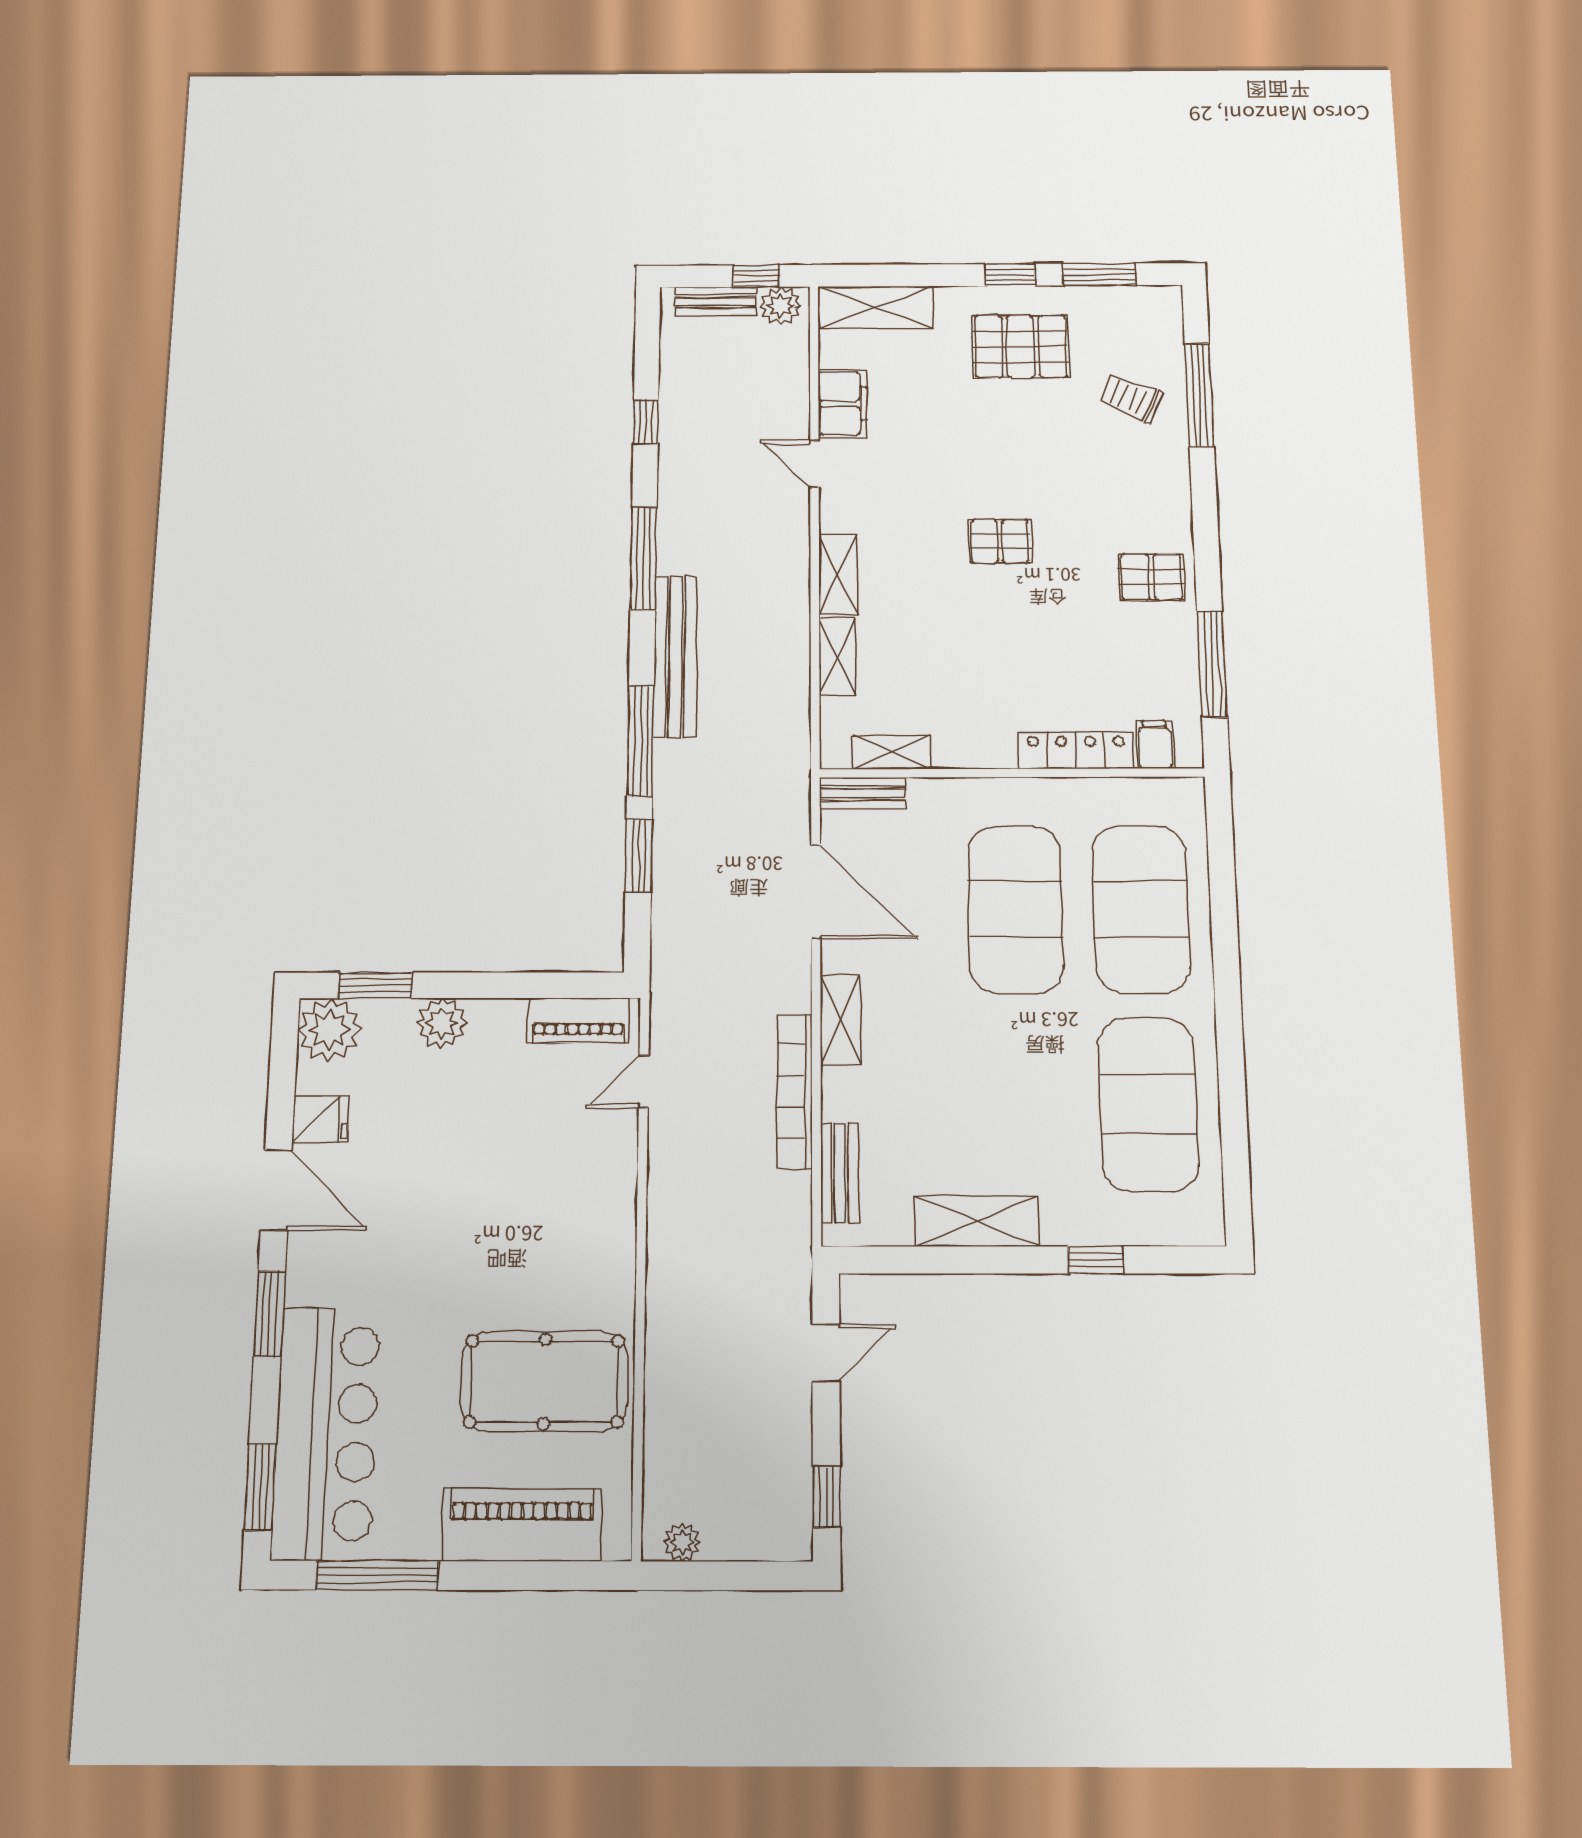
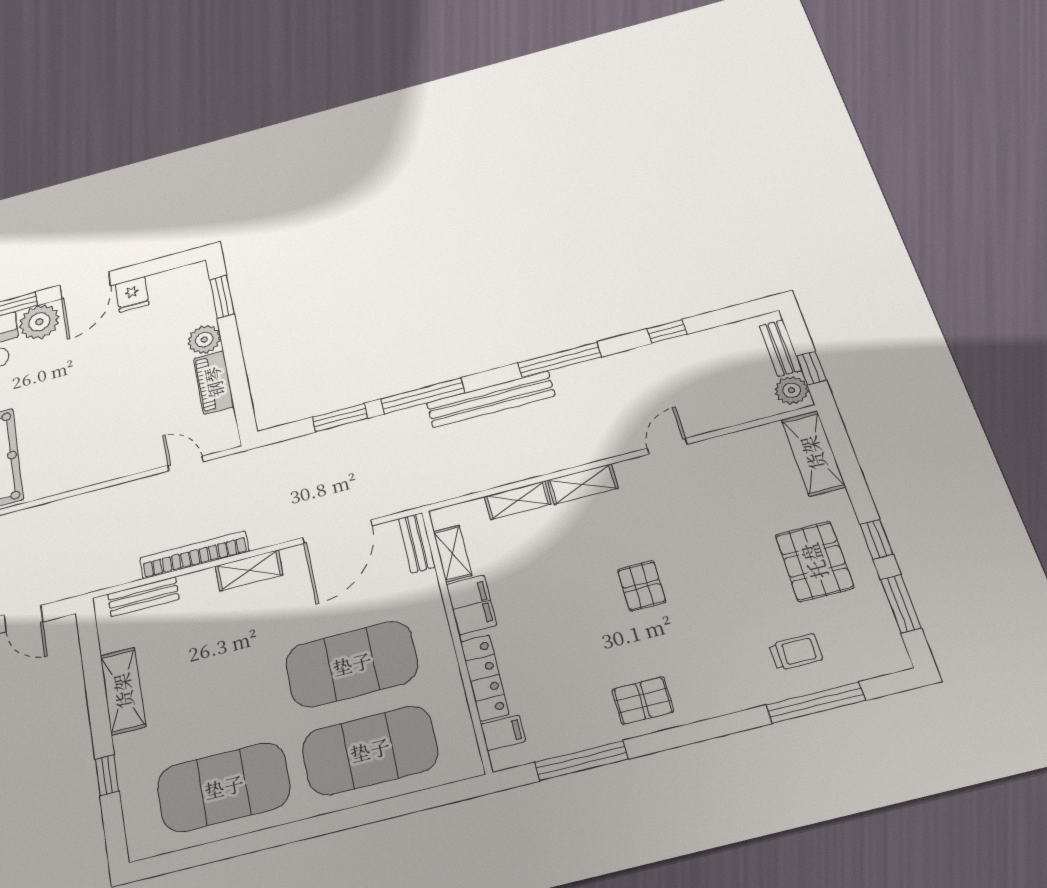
trolley: (1131, 398) -> (796, 652), turned 66
filing cabinet: (843, 404) -> (471, 605), moved, turned -90
pallet: (1151, 577) -> (643, 701), turned 90
piano: (578, 1020) -> (214, 382), moved
plant: (329, 1030) -> (39, 322), moved

